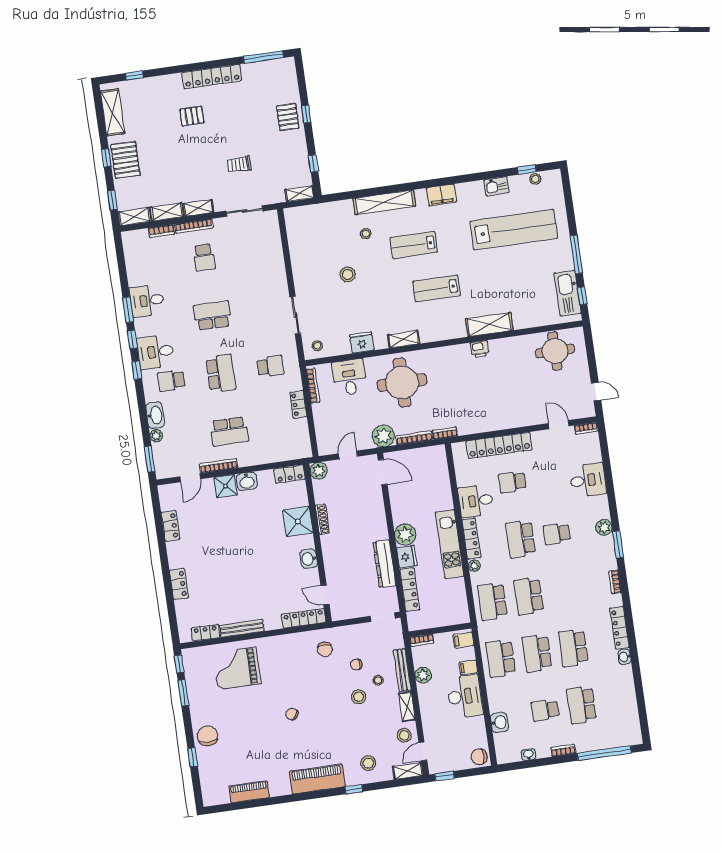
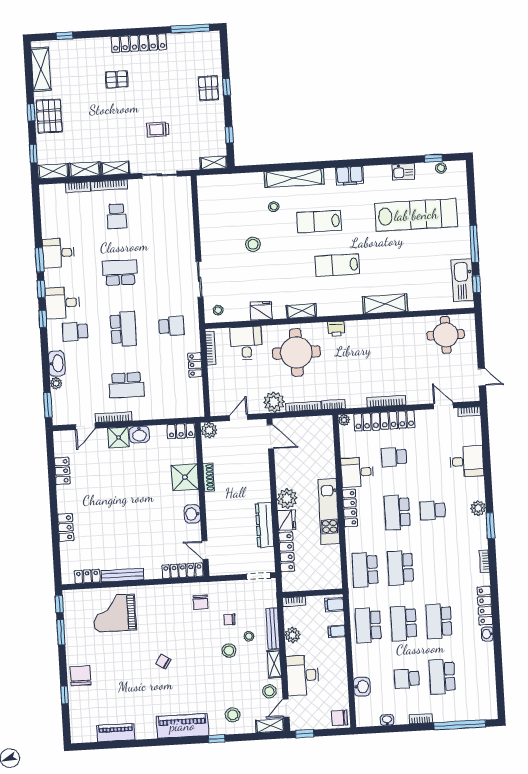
printer: (480, 349) -> (336, 329), moved
bookcase: (499, 425) -> (386, 401), added
plant: (474, 566) -> (344, 420), moved
desk: (465, 696) -> (303, 675), moved, turned 180

